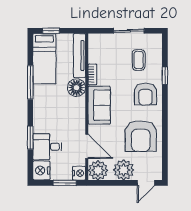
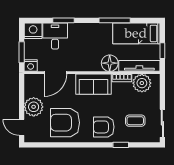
window: (51, 31) -> (162, 51), moved
sliding door: (129, 31) -> (162, 123), moved
plant: (98, 170) -> (142, 83), moved

